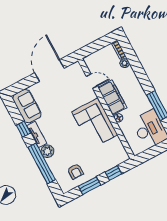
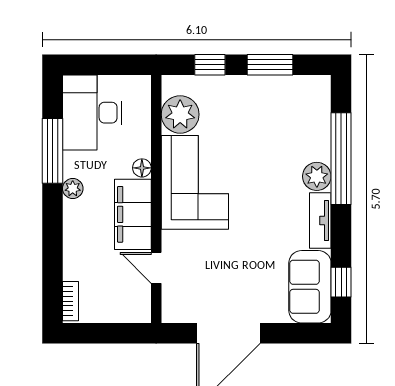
plant: (125, 63) -> (73, 189), moved
window: (23, 129) -> (341, 282), moved
plant: (115, 147) -> (180, 114), added
armchair: (75, 171) -> (283, 108), removed

